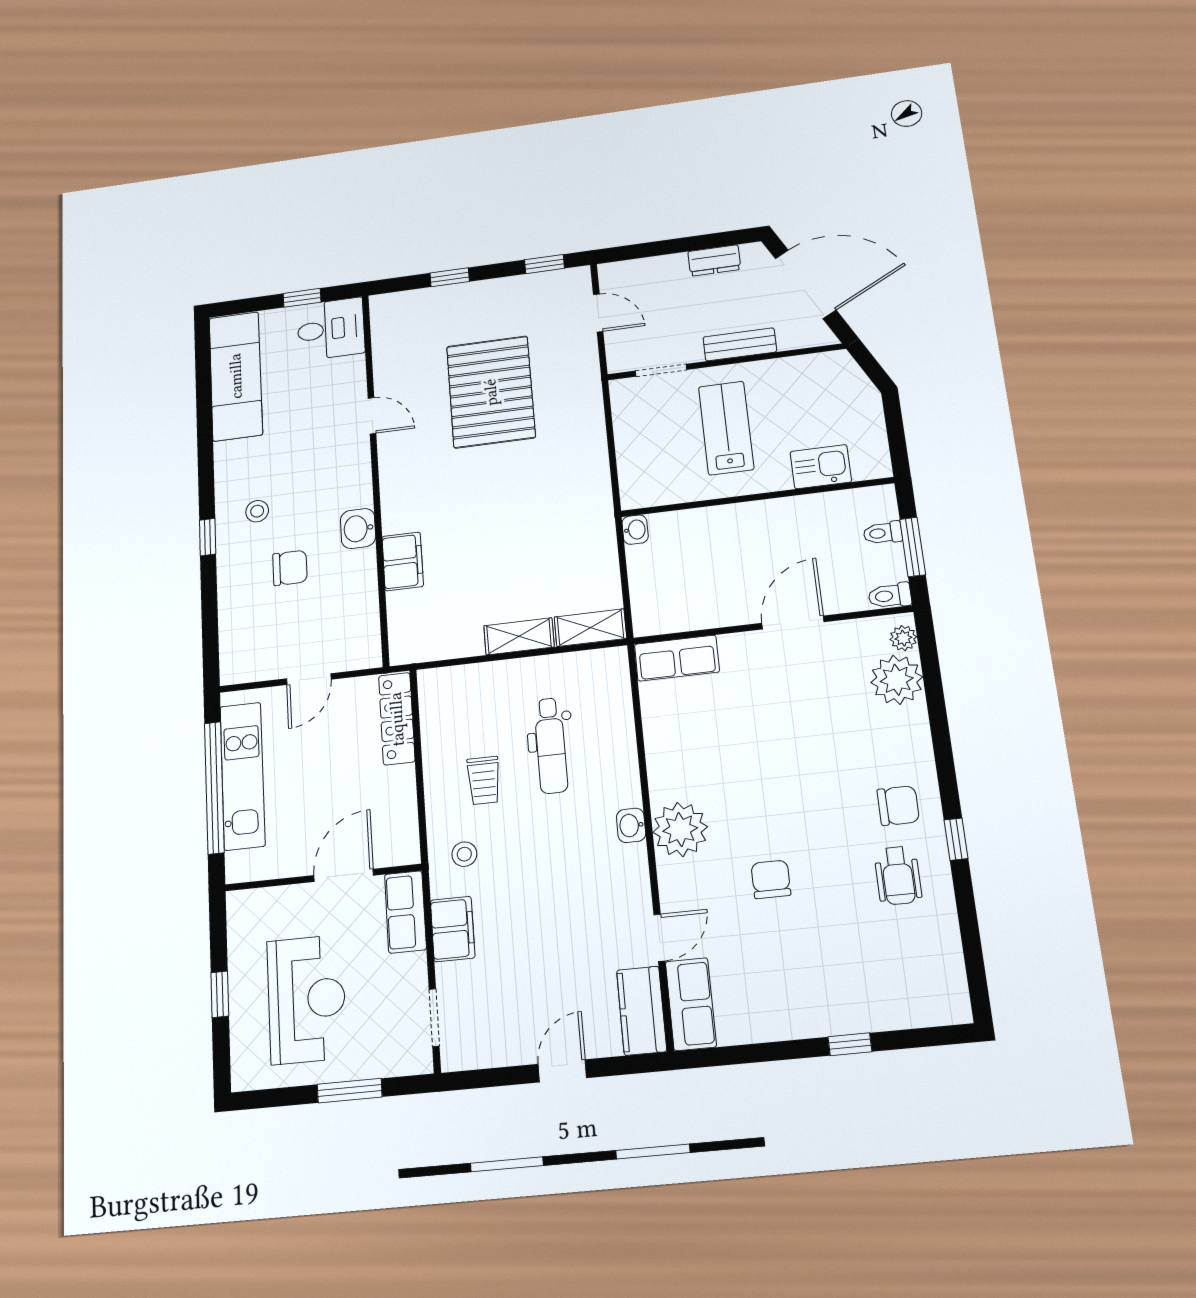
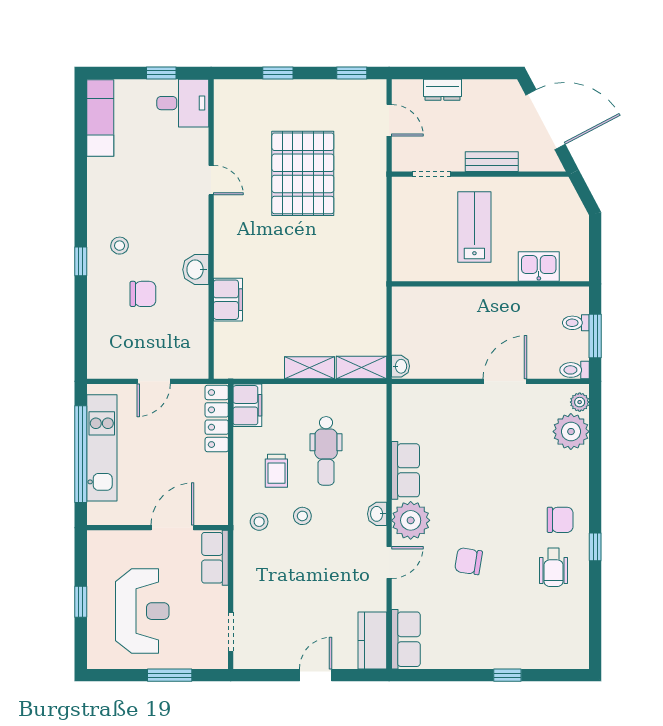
dresser: (714, 260) -> (442, 90), moved
exam couch: (236, 376) -> (100, 118), width x0.73, depth x0.69
washbasin: (635, 530) -> (400, 366), moved
row of seats: (677, 658) -> (405, 470), moved, turned -90
stool: (525, 840) -> (302, 516), added
chair: (771, 879) -> (469, 561), turned -81
filing cabinet: (453, 929) -> (247, 405), moved
door: (659, 938) -> (389, 563), moved

